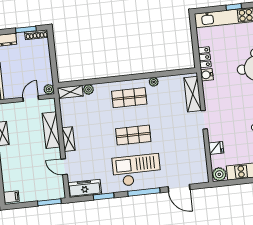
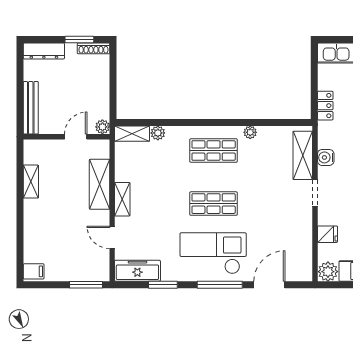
water cooler: (207, 75) -> (326, 157), moved
door: (179, 188) -> (269, 285), swing flipped

